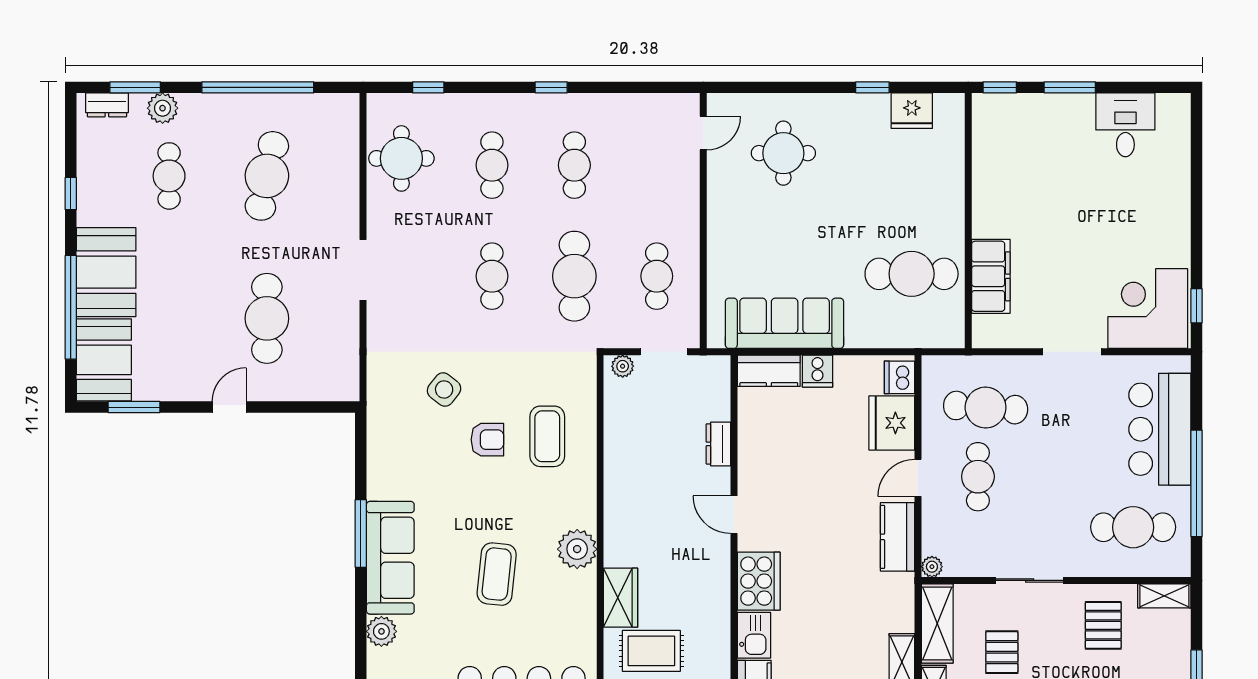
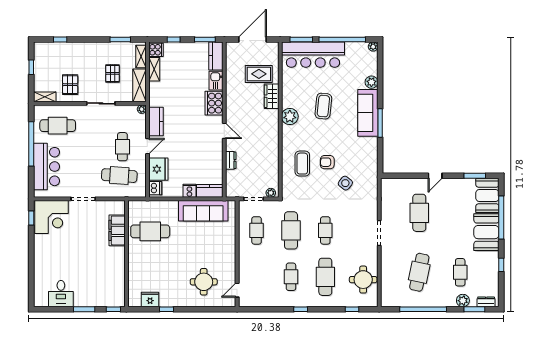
cafe table: (492, 165) -> (325, 277), width x1.37, depth x1.35

